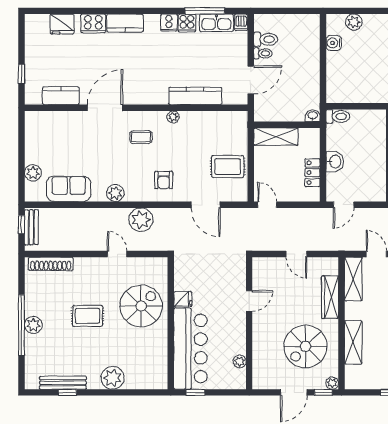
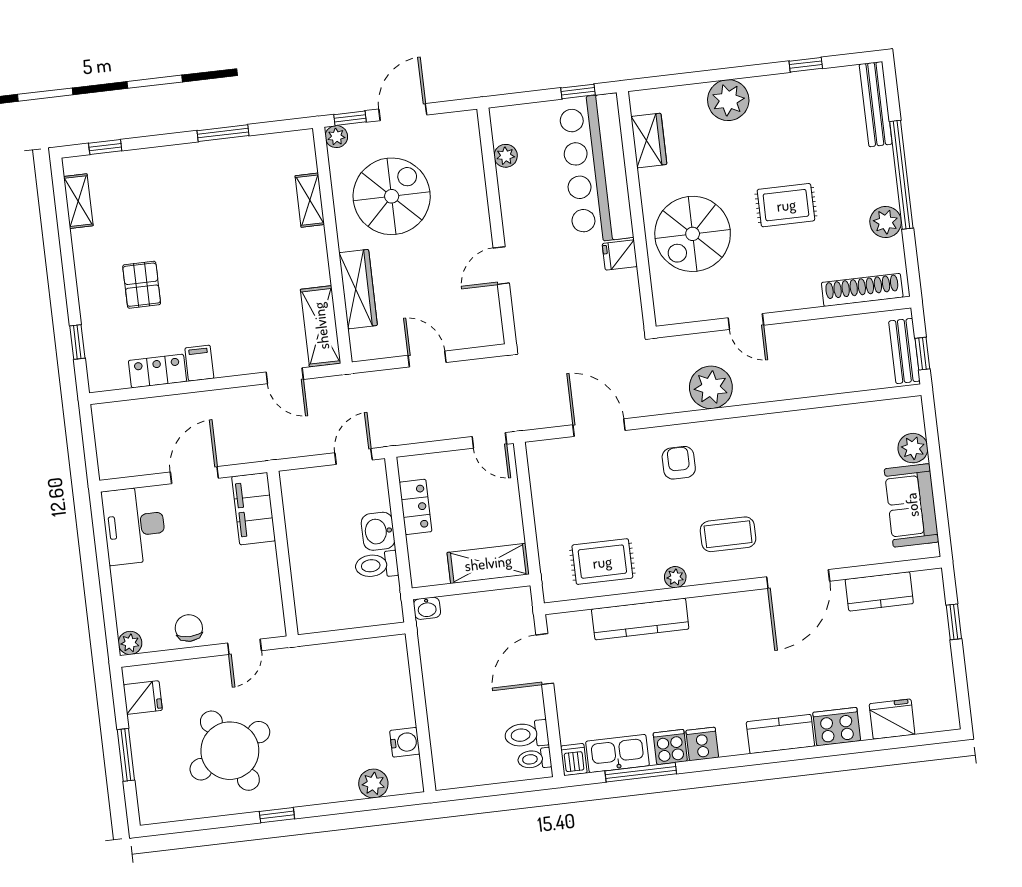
toilet: (263, 53) -> (534, 759), moved
toilet: (338, 116) -> (377, 565), moved
coffee table: (141, 137) -> (728, 534), width x1.36, depth x1.30
rug: (228, 167) -> (602, 562), moved
sofa: (69, 189) -> (912, 505), moved, turned 90
plant: (115, 193) -> (762, 430), removed
plant: (33, 325) -> (886, 222), moved
shelving: (353, 342) -> (310, 200), width x0.67, depth x0.75
wardrobe: (159, 361) -> (649, 141), added
bench: (63, 383) -> (876, 104), moved, turned 90

